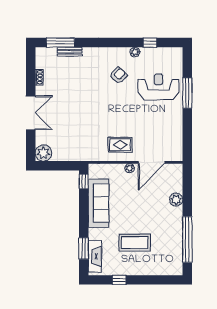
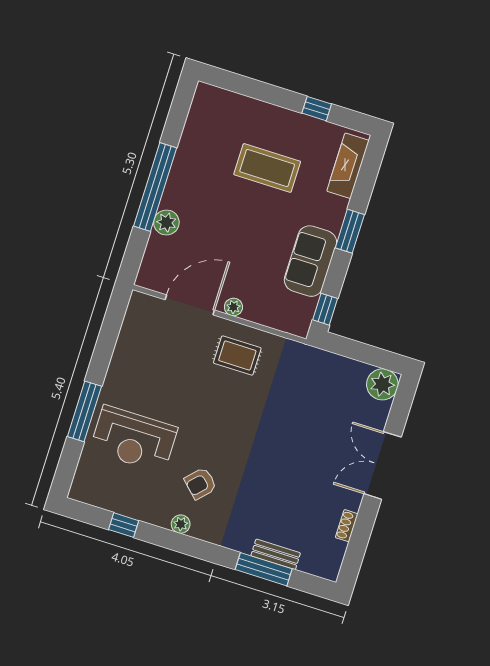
window: (60, 43) -> (264, 569), moved
plant: (135, 52) -> (181, 524), moved
sofa: (99, 203) -> (310, 261), width x0.73
window: (187, 239) -> (155, 187), moved
window: (84, 248) -> (350, 231), moved

